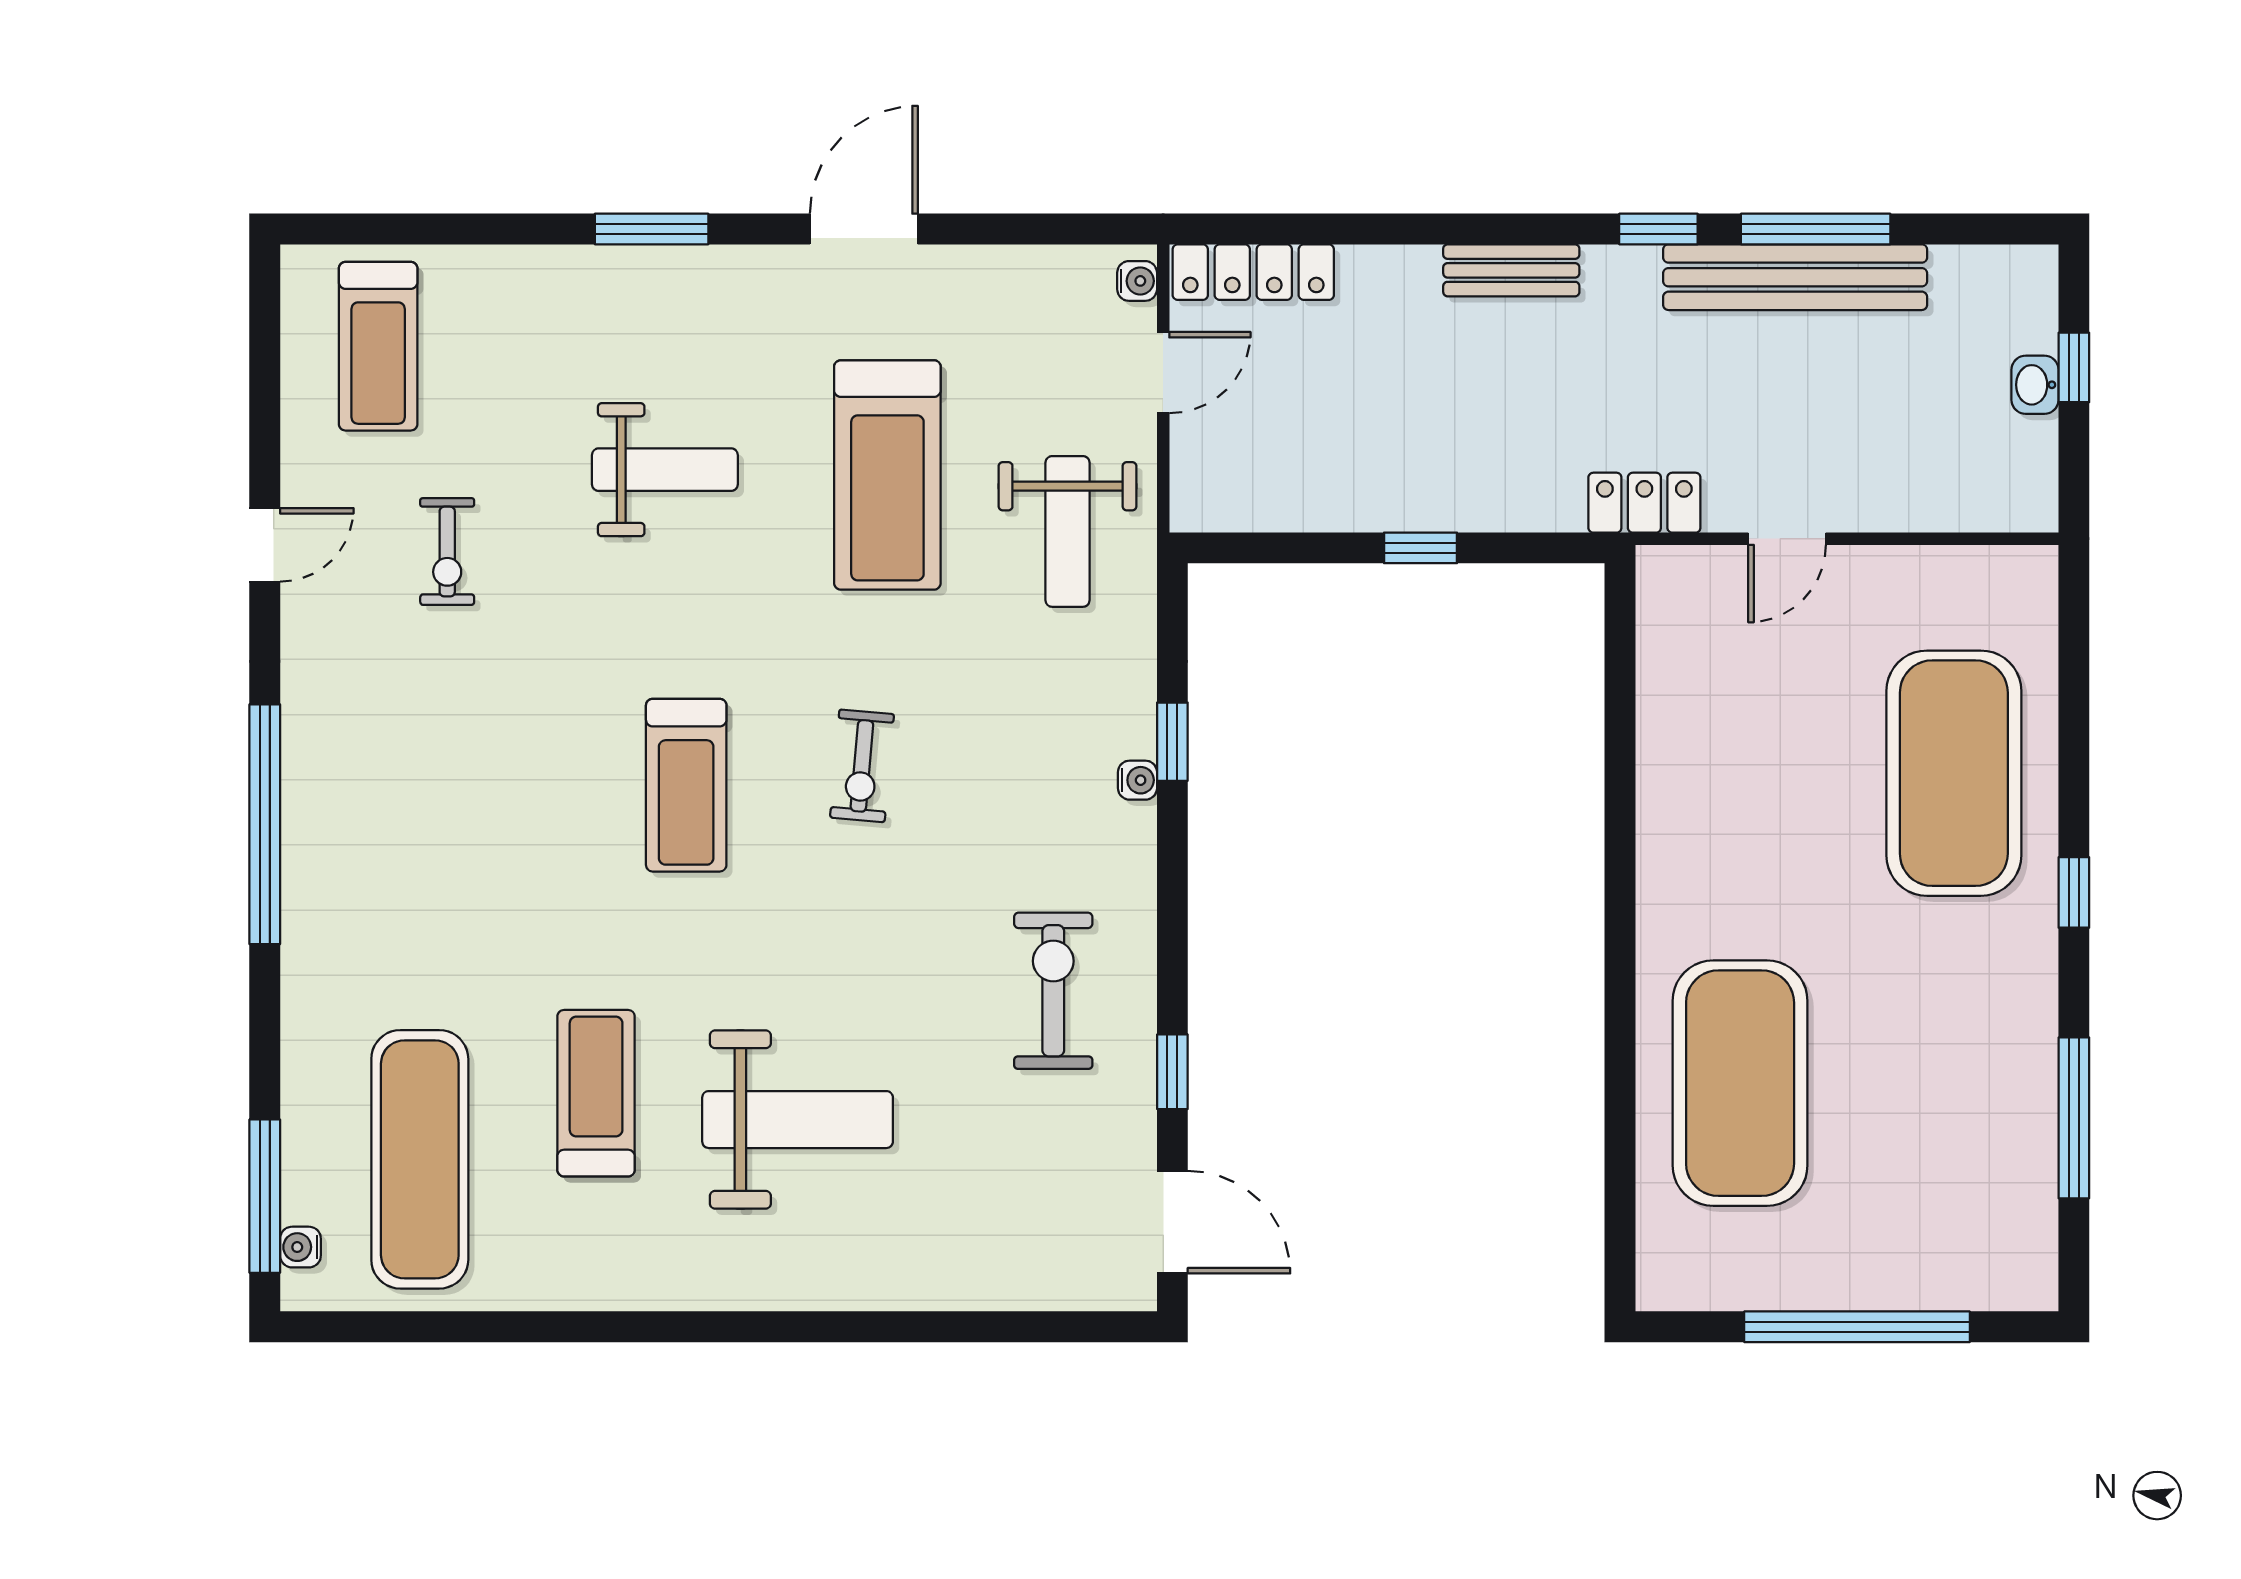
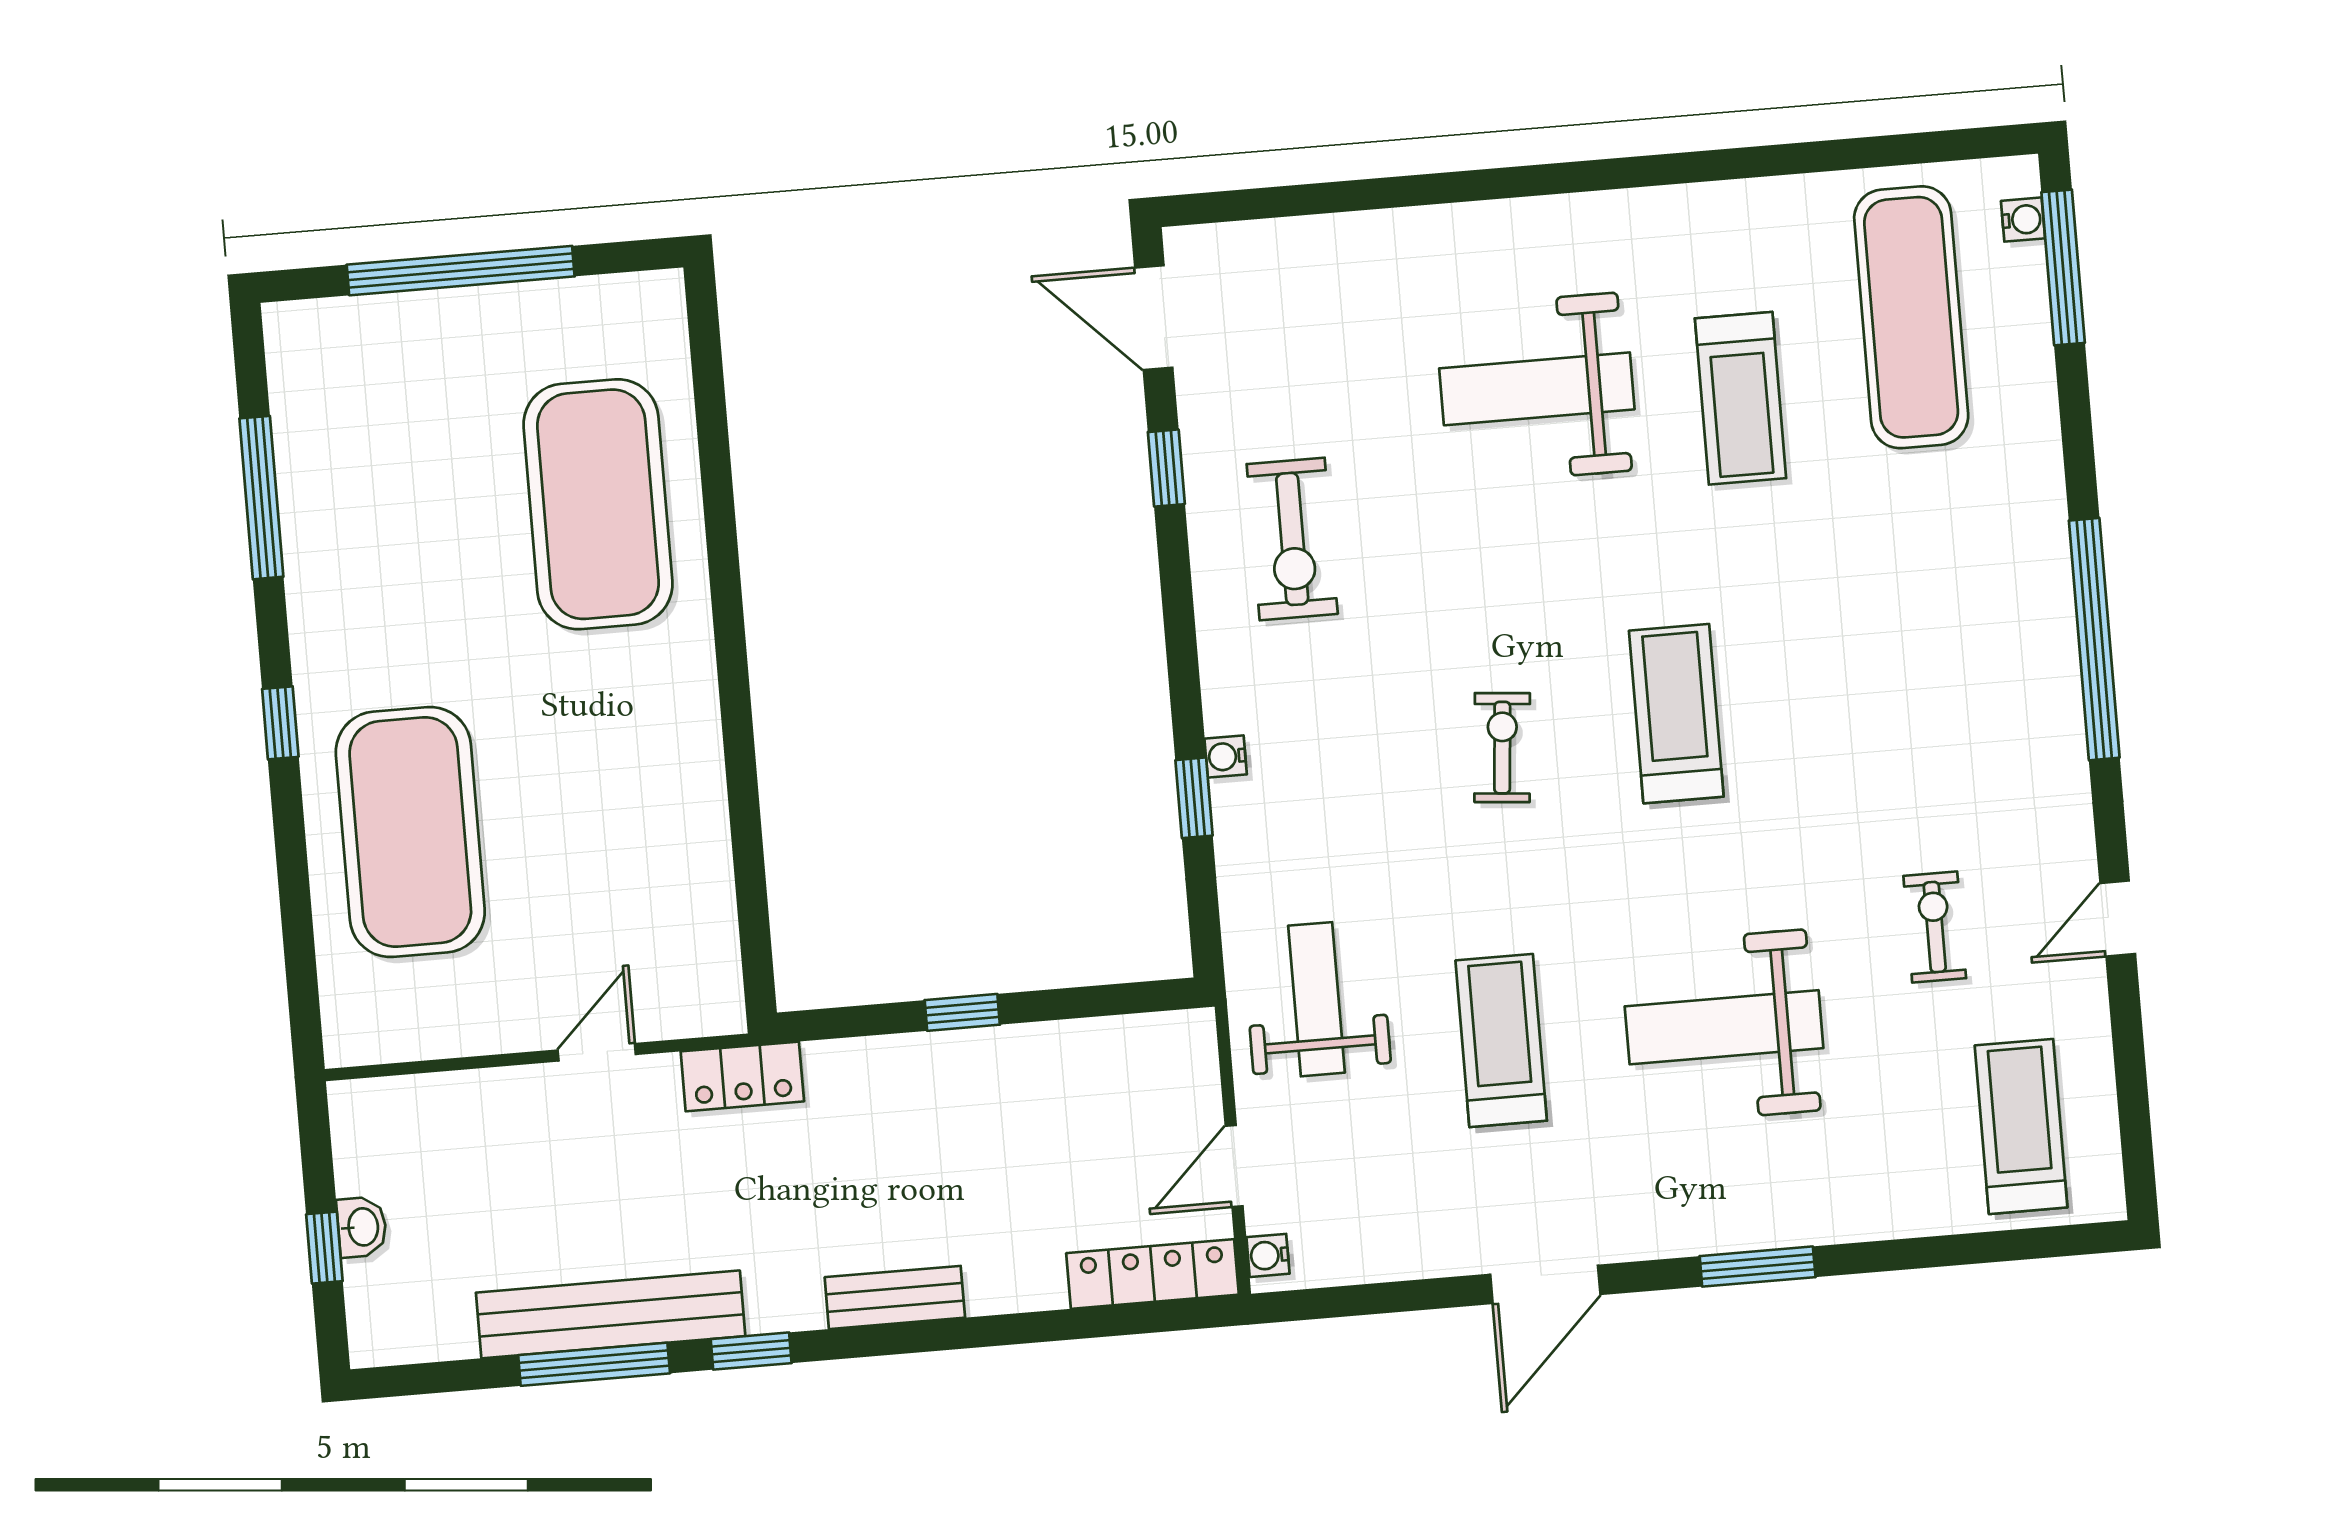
weight bench: (665, 470) -> (1724, 1027), width x1.36, depth x1.33
treadmill: (887, 475) -> (1501, 1041), width x0.73, depth x0.73

